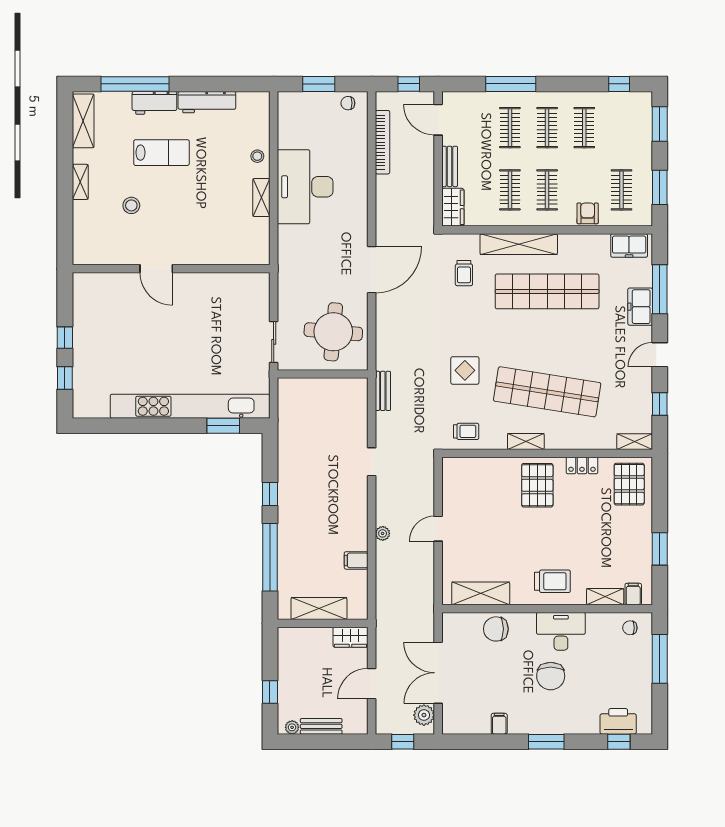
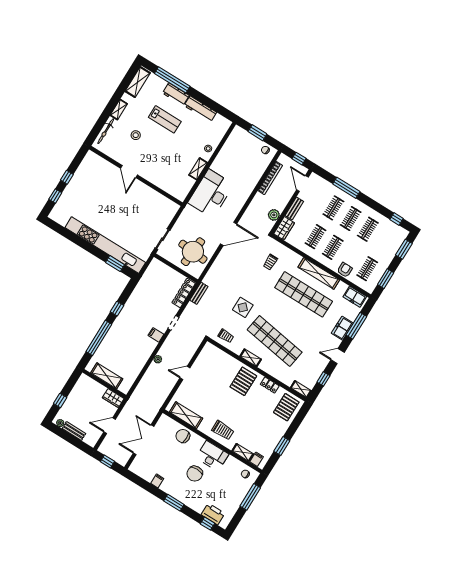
desk: (305, 187) -> (211, 194), moved
bicycle: (81, 228) -> (106, 131), added
shelving: (519, 244) -> (319, 273), moved
locker: (359, 405) -> (184, 293), added
filing cabinet: (356, 560) -> (156, 335), moved
plant: (424, 715) -> (274, 215), moved

